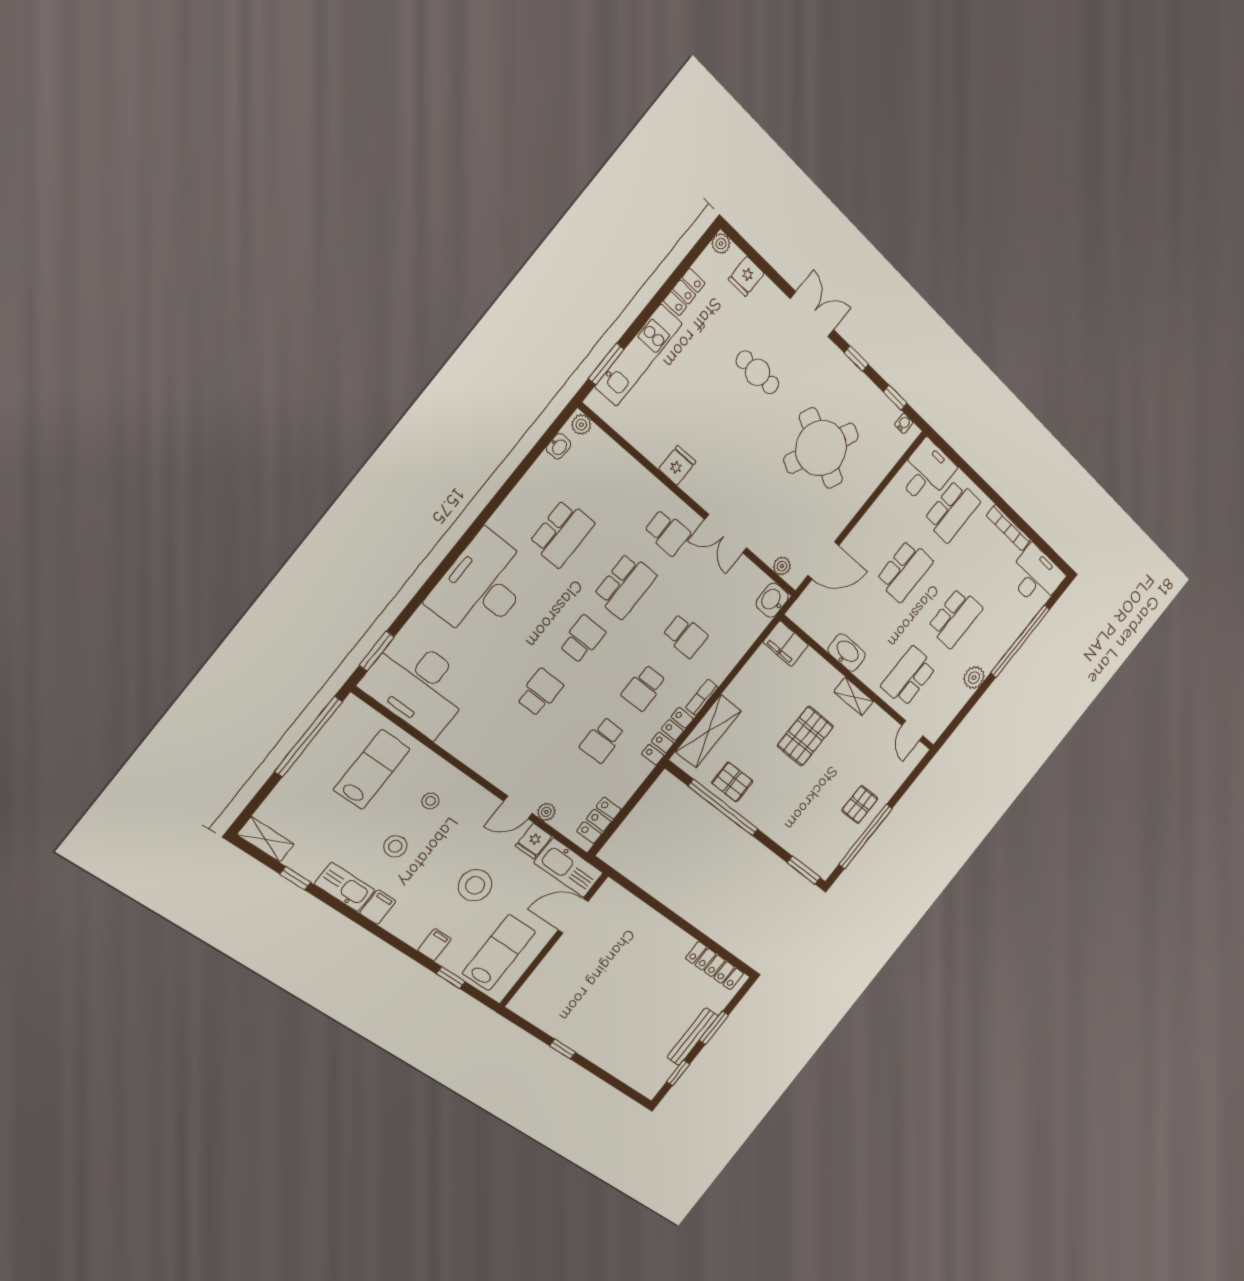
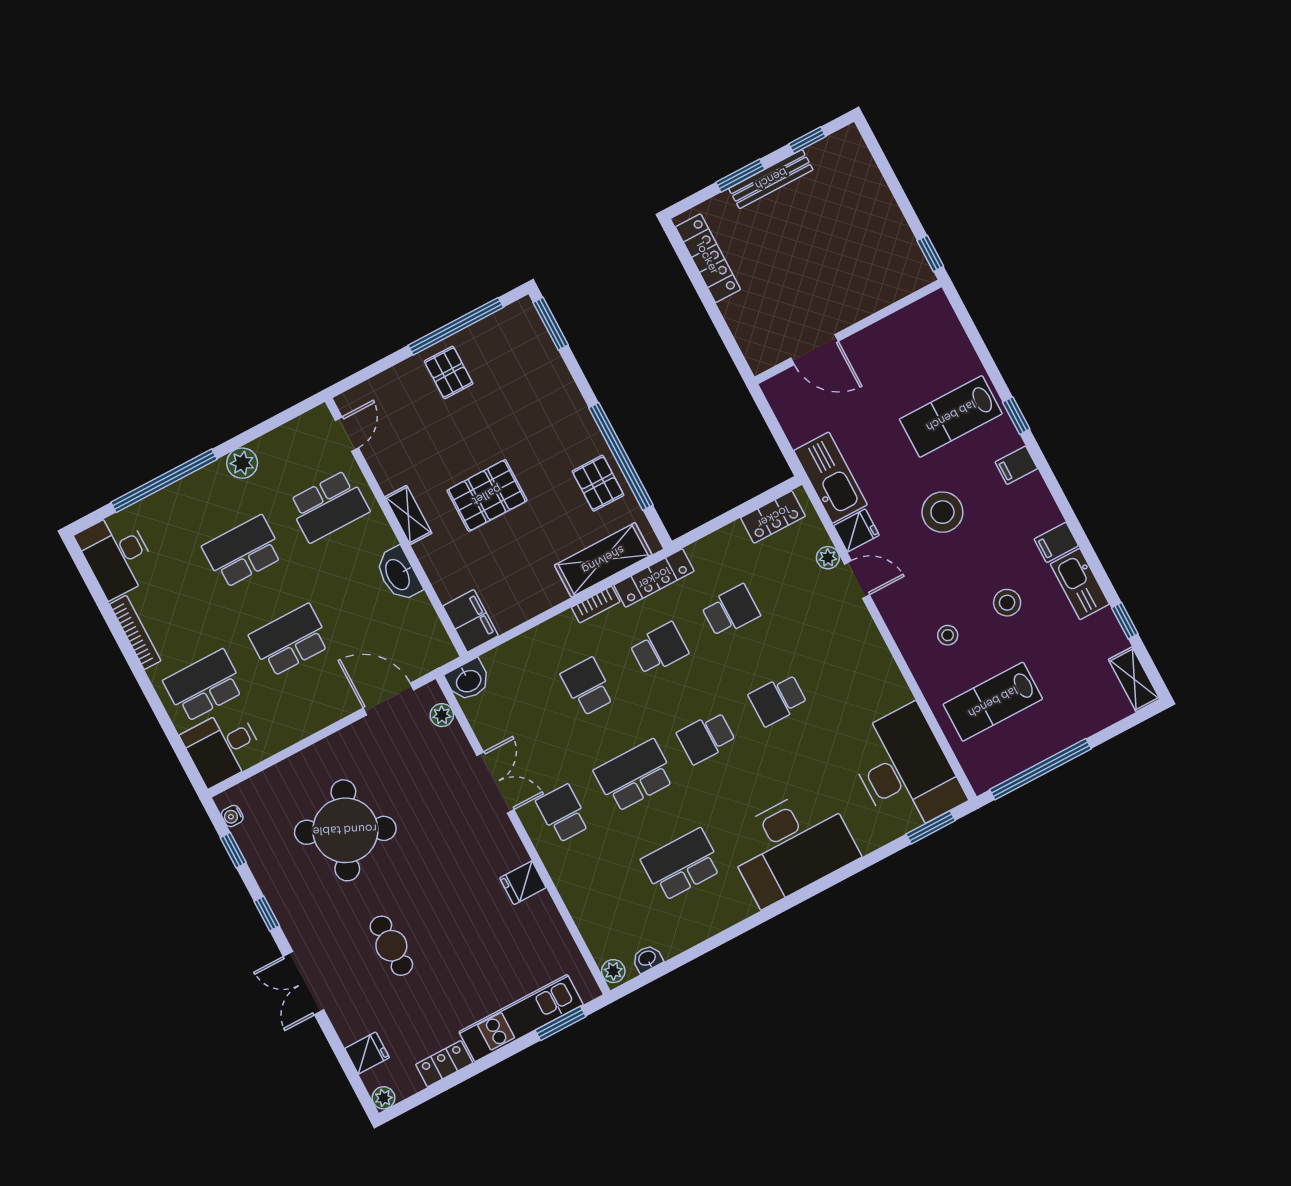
pallet: (860, 804) -> (449, 372), turned 90
door: (573, 916) -> (815, 350), moved
wall: (554, 940) -> (848, 332), moved

